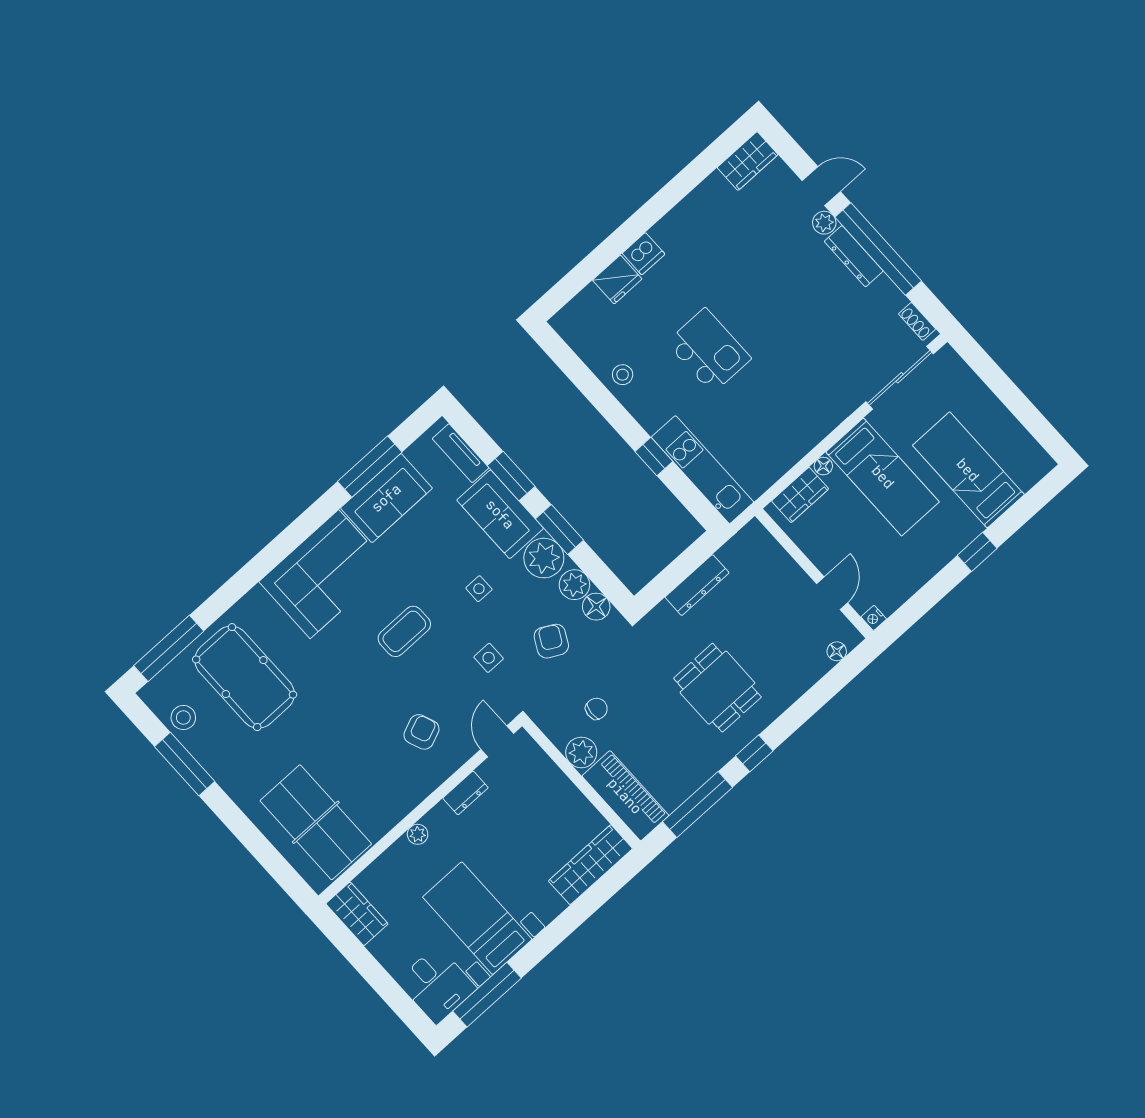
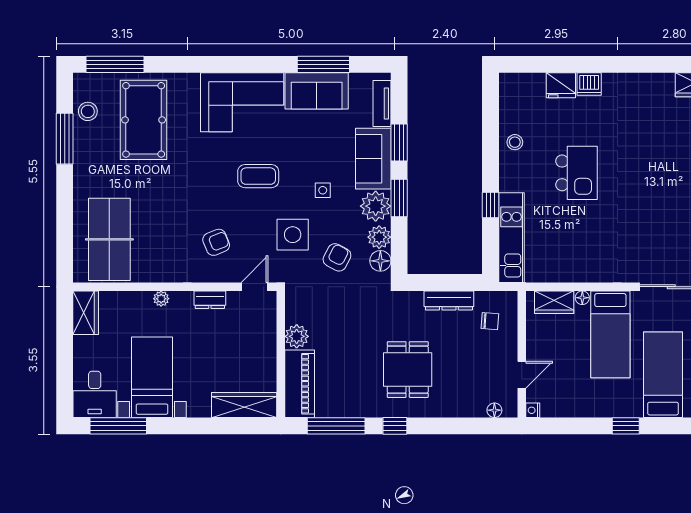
side table: (489, 658) -> (293, 235), width x1.87, depth x1.87
chair: (596, 709) -> (490, 321), moved

